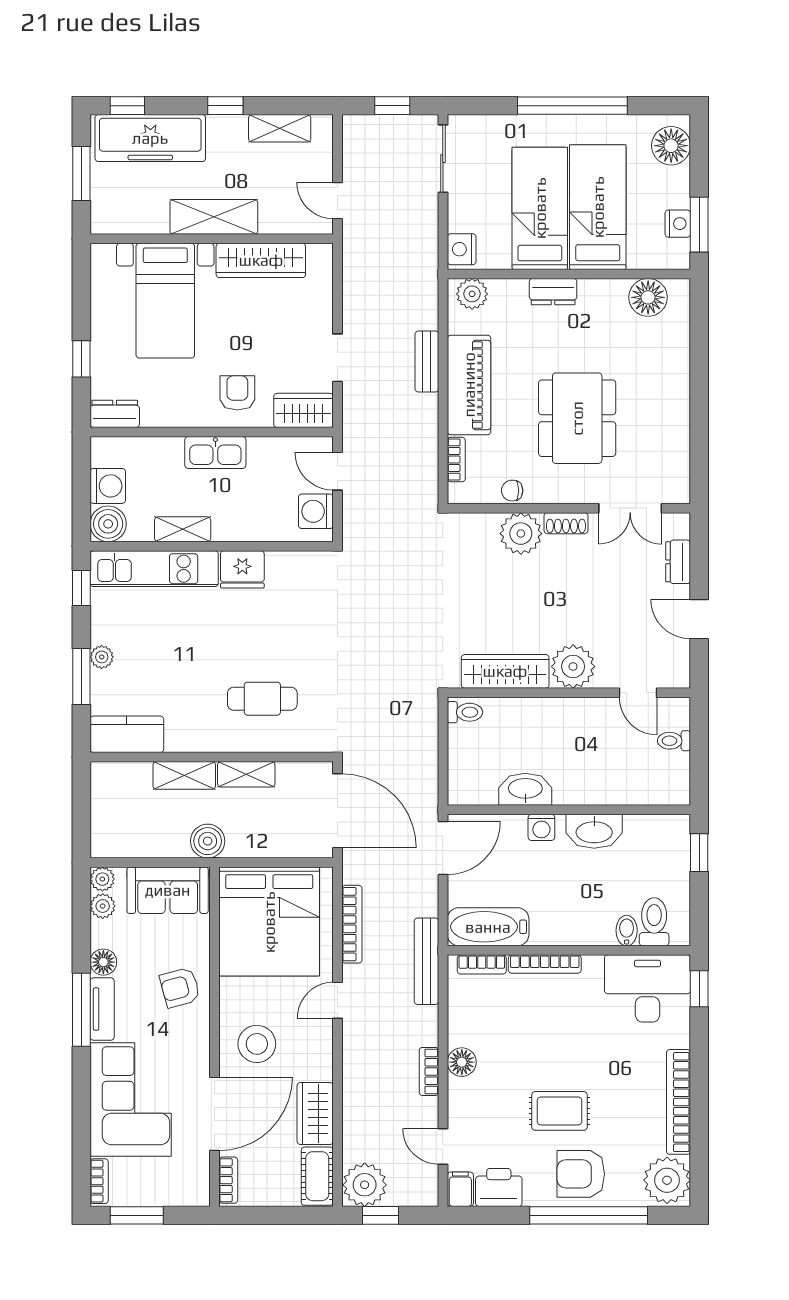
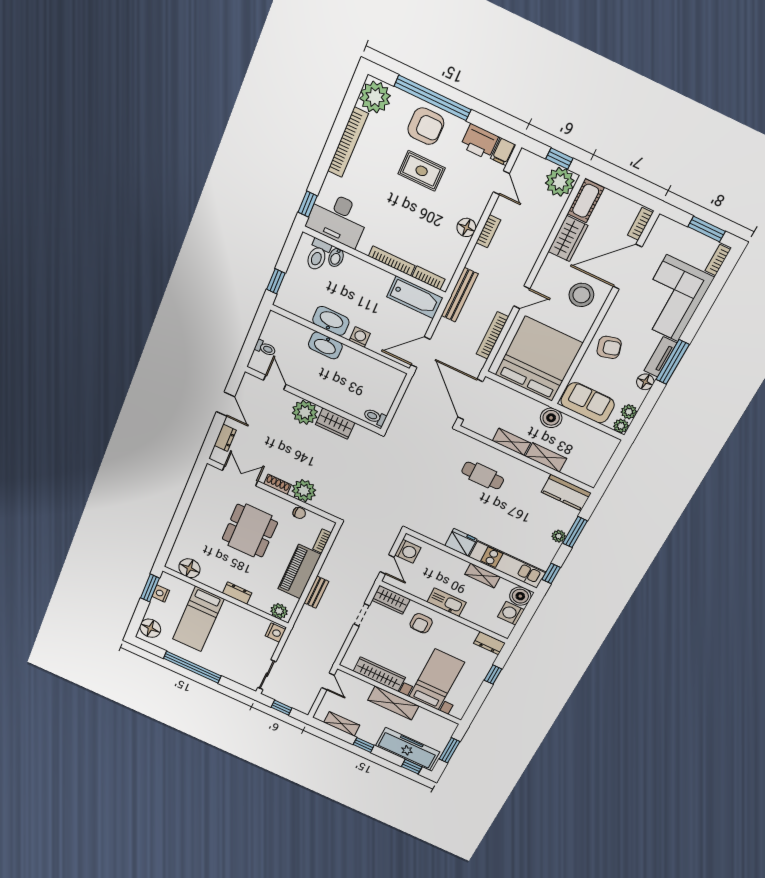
bed: (540, 208) -> (228, 632), removed
wardrobe: (505, 671) -> (335, 424), width x0.67
washbasin: (525, 789) -> (325, 345), moved

